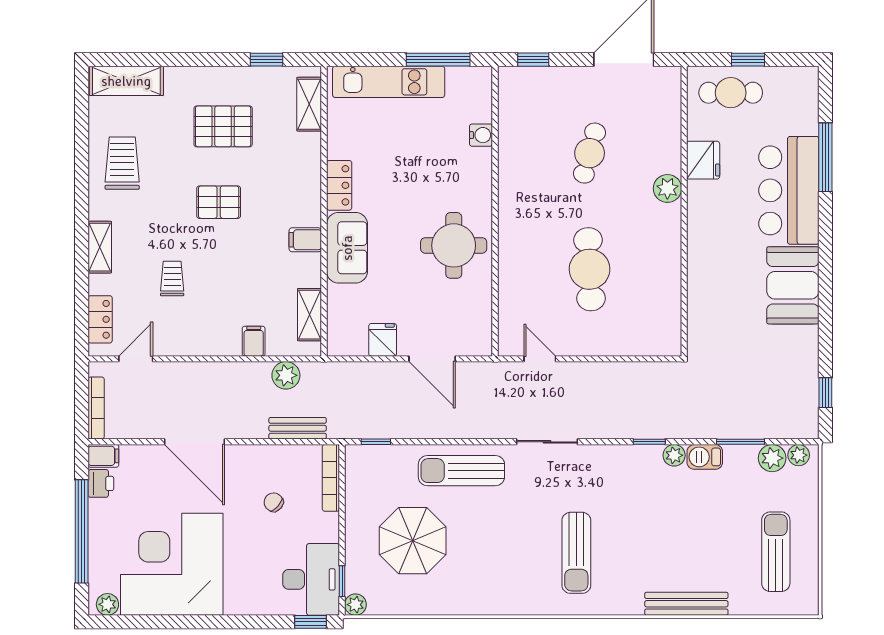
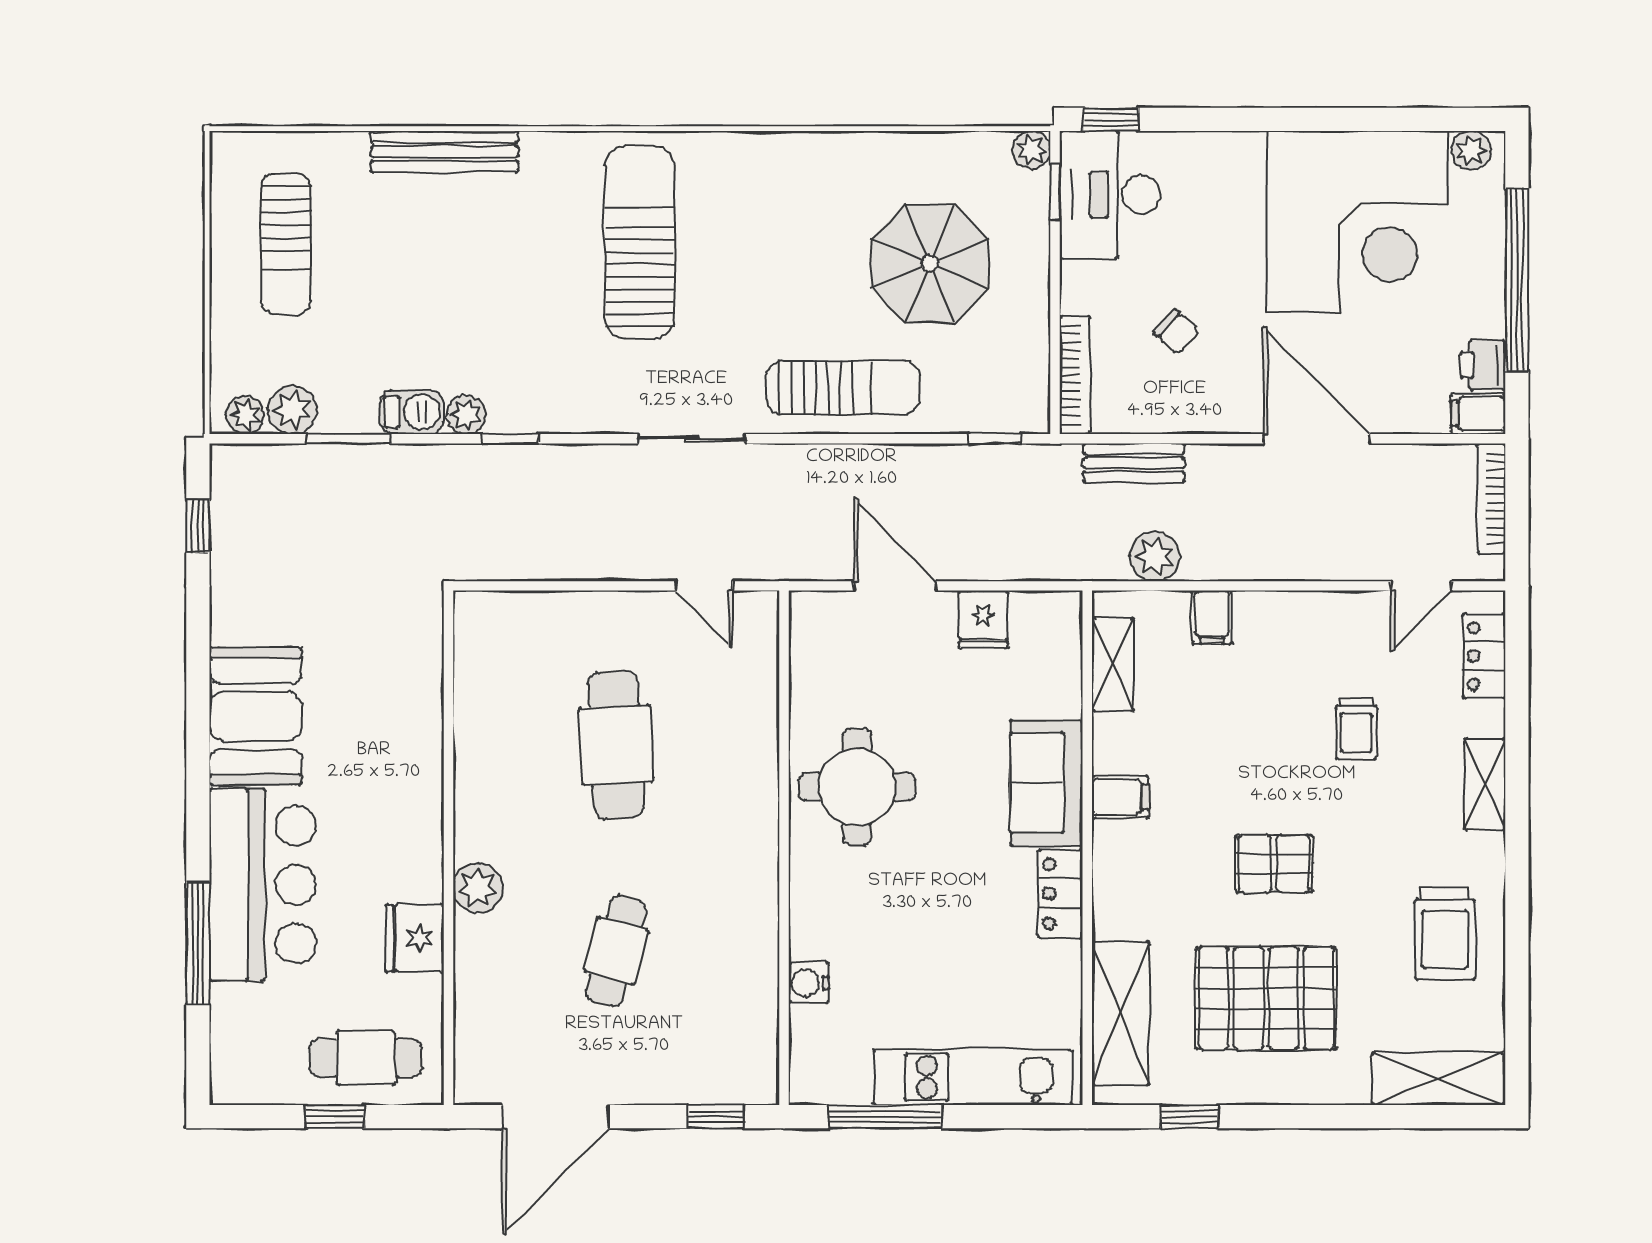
shelving: (309, 104) -> (1121, 1014), width x1.50, depth x1.33
pallet: (223, 126) -> (1266, 998), width x1.37, depth x1.41
sun lounger: (576, 553) -> (640, 242), width x1.36, depth x1.34

